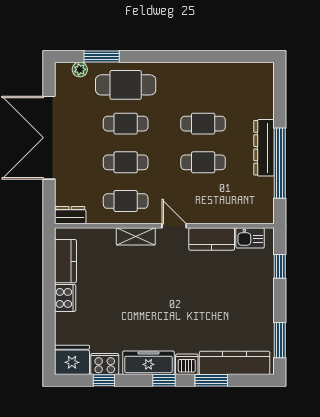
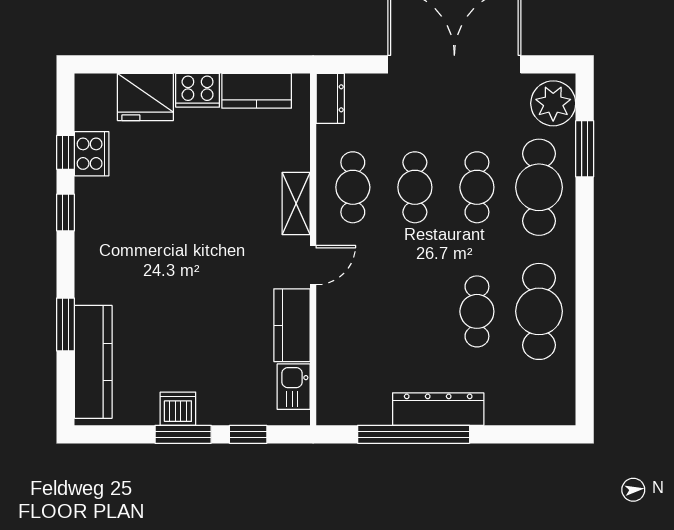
plant: (80, 69) -> (553, 103), width x1.87, depth x1.87
cafe table: (203, 162) -> (539, 311), moved, width x1.37, depth x1.35
window: (280, 340) -> (183, 434), moved
fridge: (72, 360) -> (145, 97), moved, turned 90
freezer: (148, 363) -> (94, 224), removed
dishwasher: (187, 364) -> (178, 409), moved, turned -90
window: (164, 380) -> (66, 212), moved

